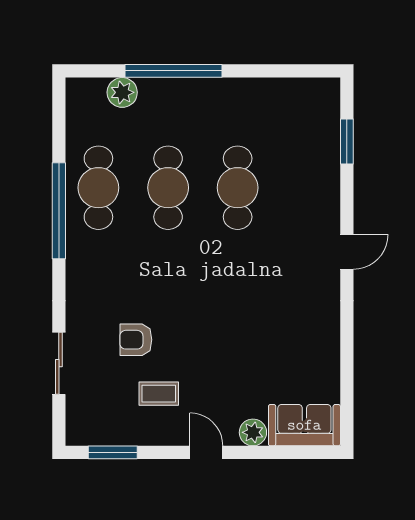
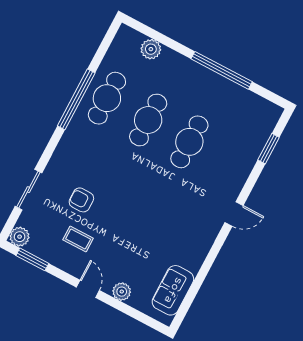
window: (173, 71) -> (222, 70), moved
sofa: (304, 425) -> (173, 290), moved, turned -90
plant: (80, 431) -> (20, 237), added

